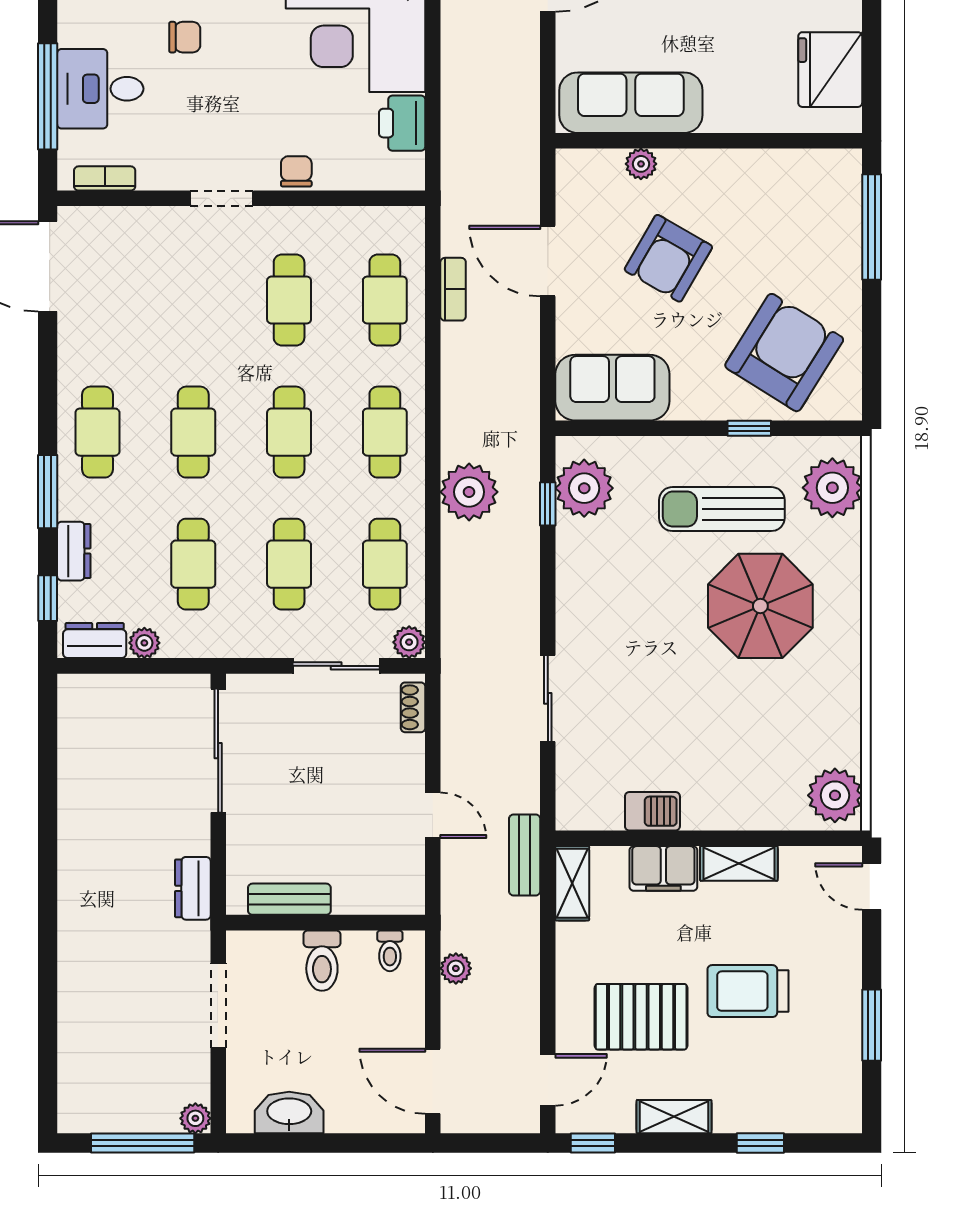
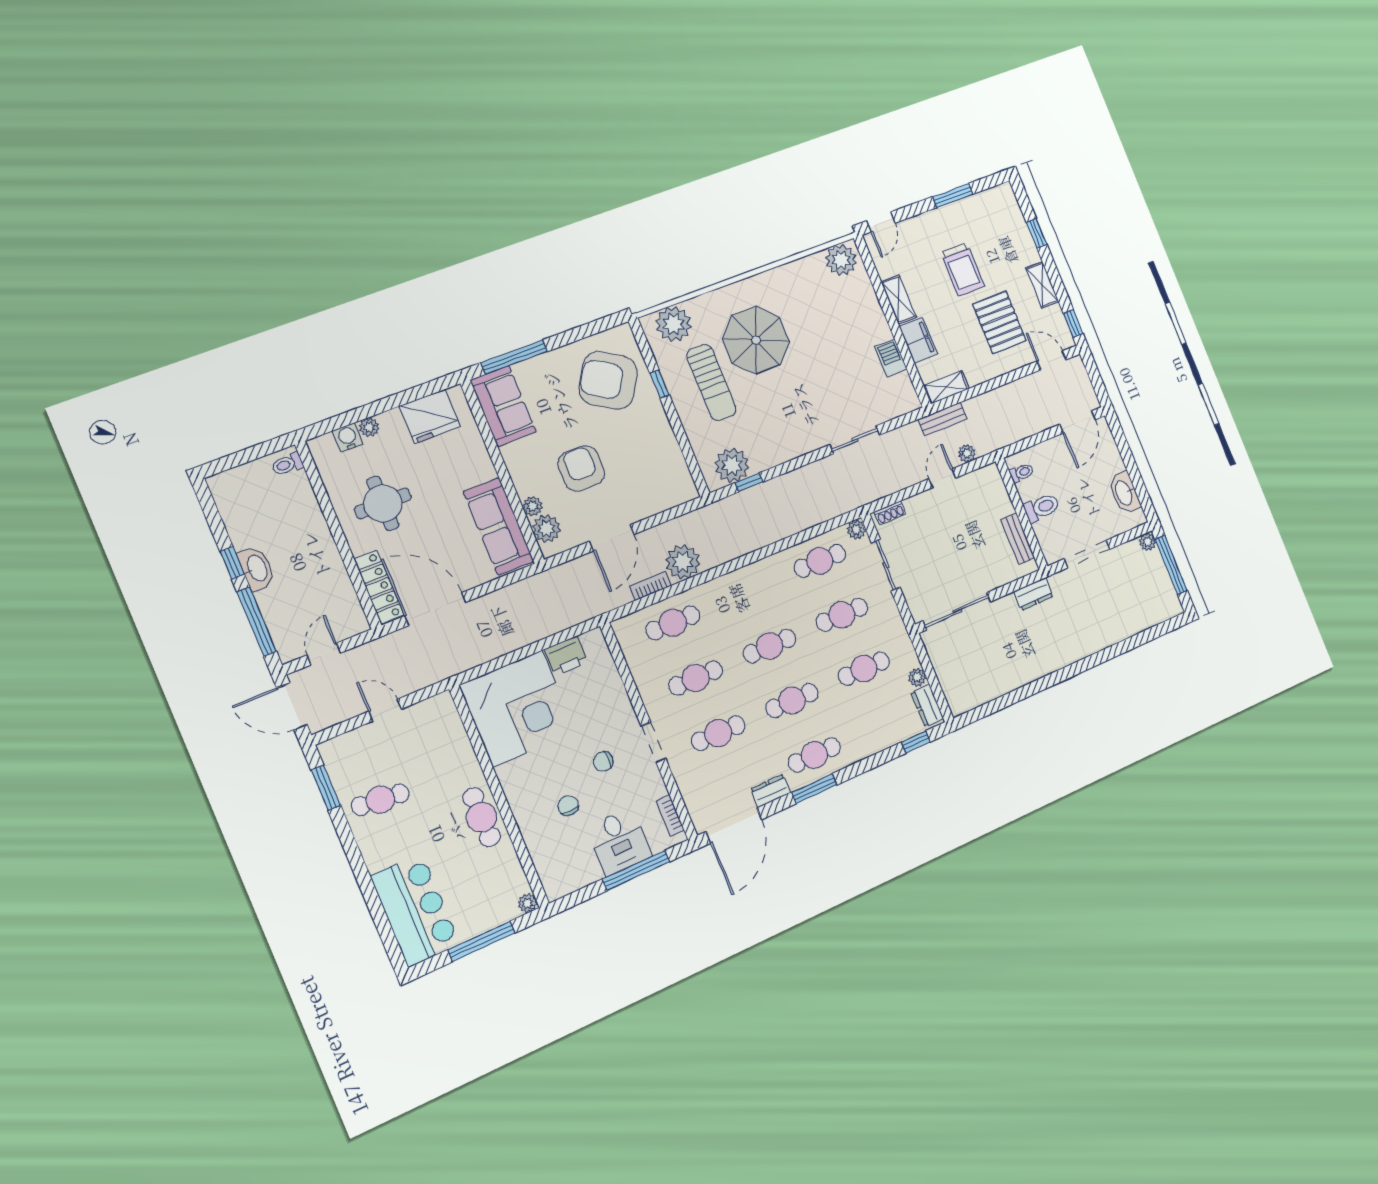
chair: (296, 171) -> (603, 761), moved
plant: (600, 171) -> (546, 529), added
armchair: (668, 258) -> (581, 468), turned -120
sofa: (612, 388) -> (503, 406), moved, turned 180
cafe table: (385, 432) -> (718, 733), moved
window: (48, 492) -> (814, 789), moved
plant: (469, 492) -> (683, 562), moved
dresser: (74, 551) -> (771, 791), moved
plant: (456, 968) -> (967, 453), moved

